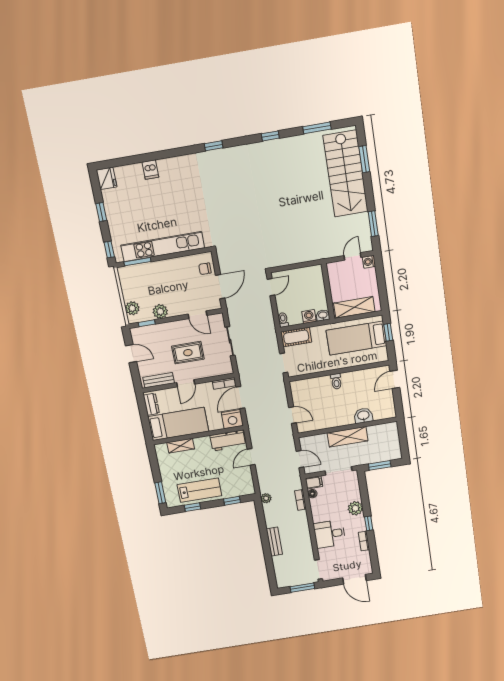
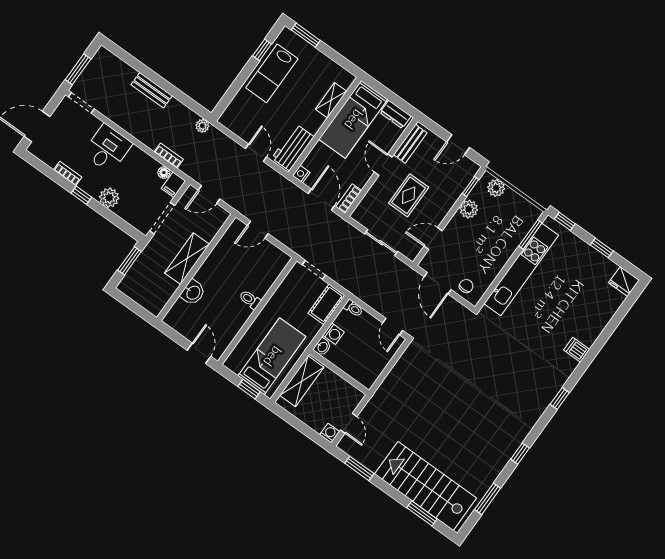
dishwasher: (150, 170) -> (577, 350), moved
nightstand: (232, 419) -> (301, 174), width x0.53, depth x0.56
window: (232, 501) -> (232, 92), removed

